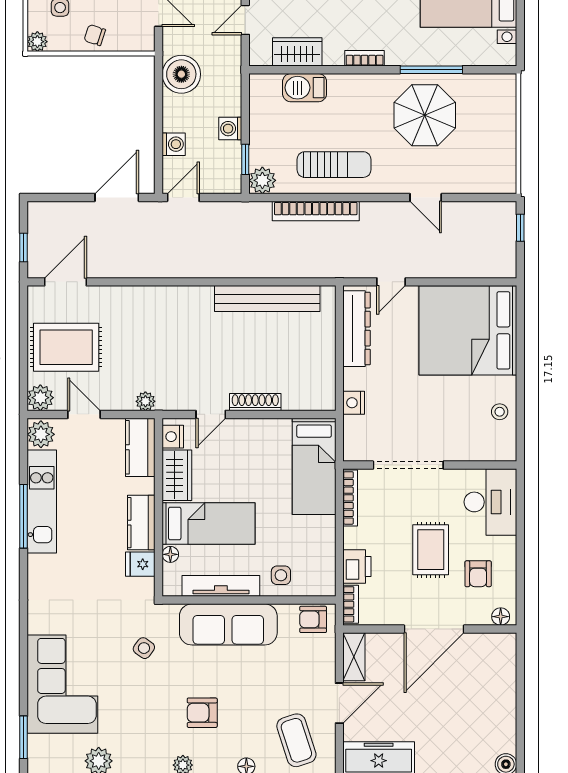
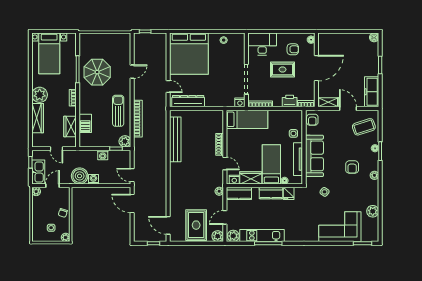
washing machine: (174, 144) -> (93, 179), moved
nightstand: (354, 403) -> (240, 102), moved
door: (434, 629) -> (316, 68), hinge flipped

